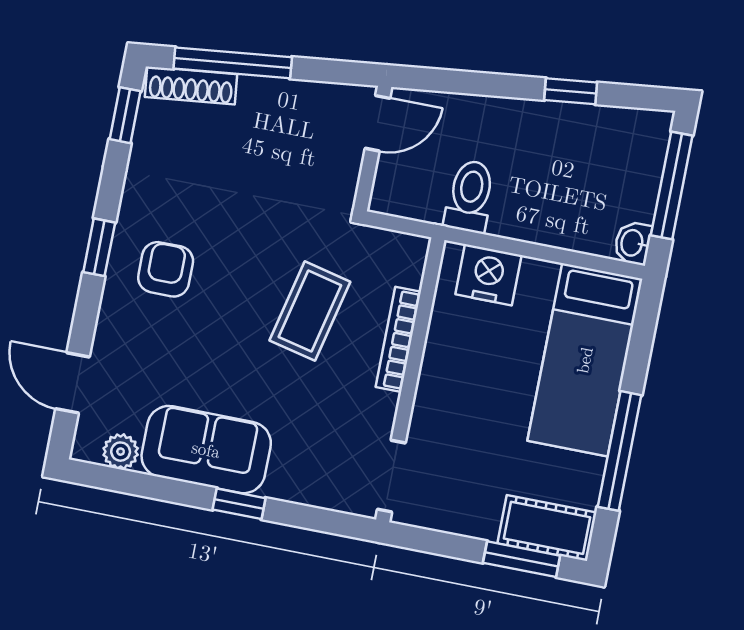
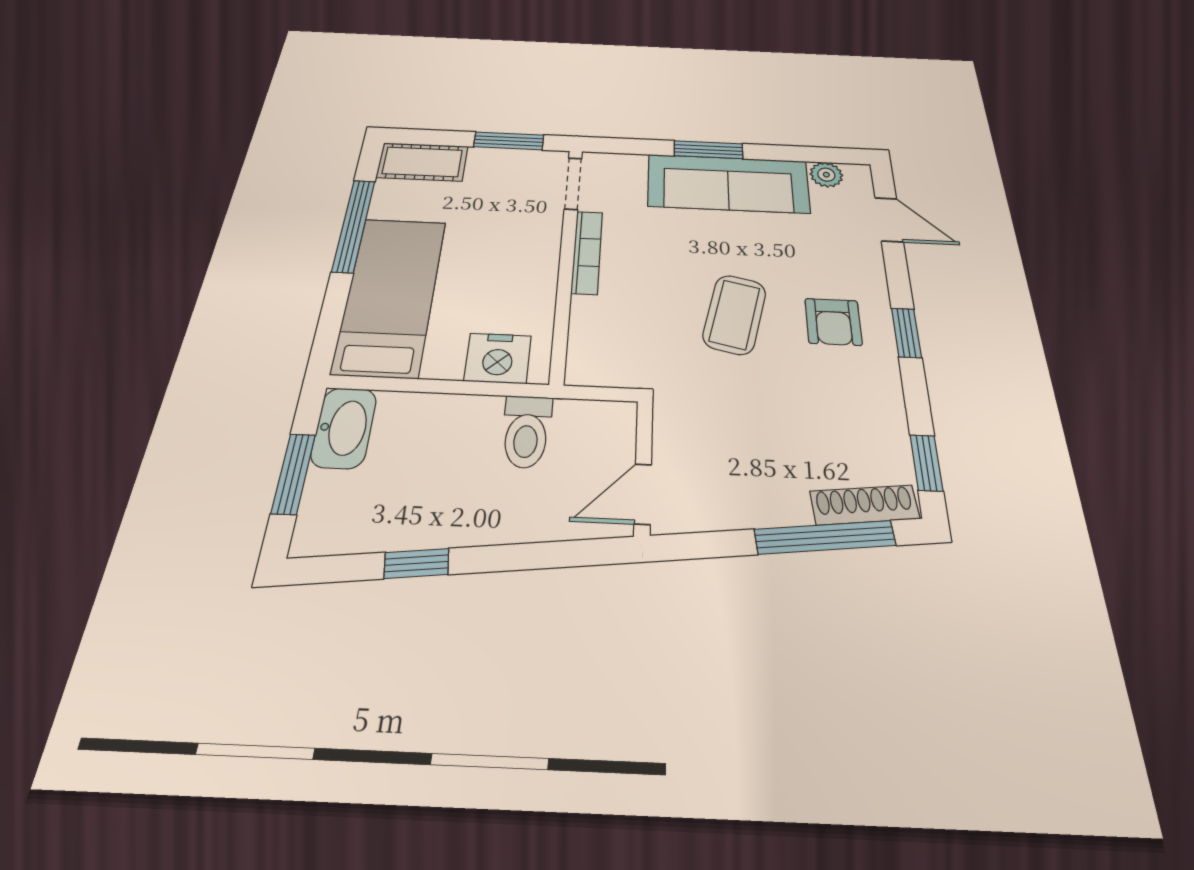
window: (672, 186) -> (293, 474), width x0.69
washbasin: (633, 243) -> (344, 428), width x1.91, depth x1.45
coffee table: (310, 311) -> (735, 314), moved
bookcase: (398, 339) -> (587, 252), moved
sofa: (206, 450) -> (728, 183), width x1.36
window: (239, 504) -> (708, 150), width x1.50
window: (522, 559) -> (509, 141), moved

